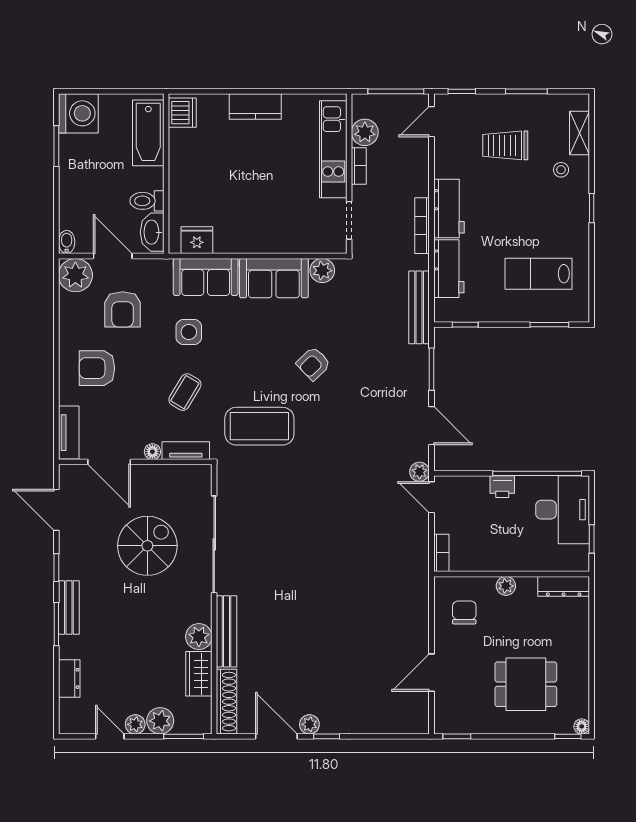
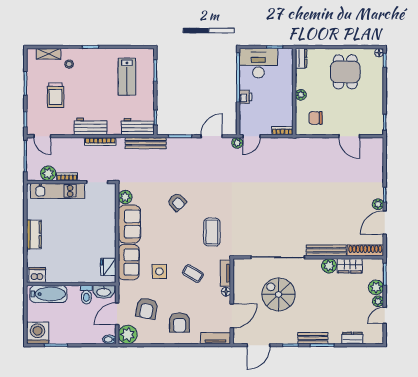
workbench: (449, 269) -> (138, 127), moved
armchair: (123, 309) -> (147, 308), turned 100
coffee table: (259, 426) -> (212, 232), width x0.73, depth x0.76
dresser: (564, 586) -> (301, 58), width x0.70
dining table: (526, 684) -> (345, 72), moved

